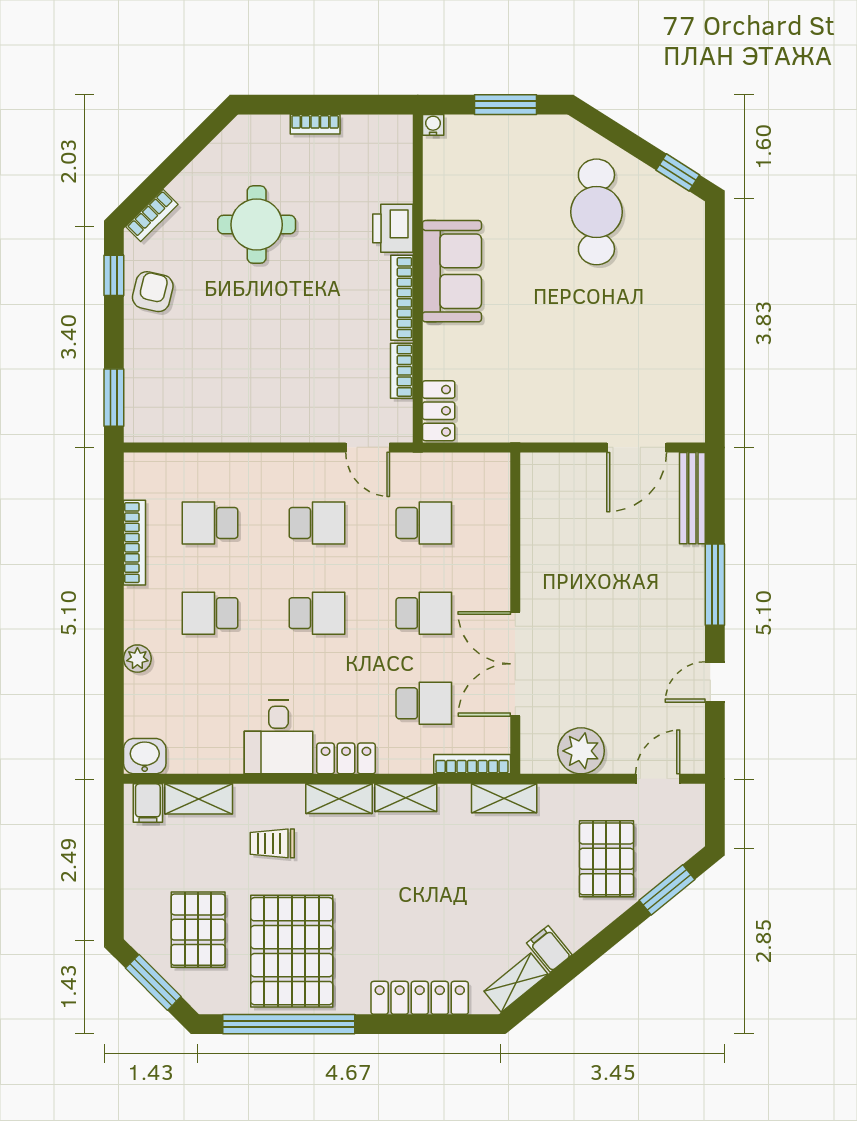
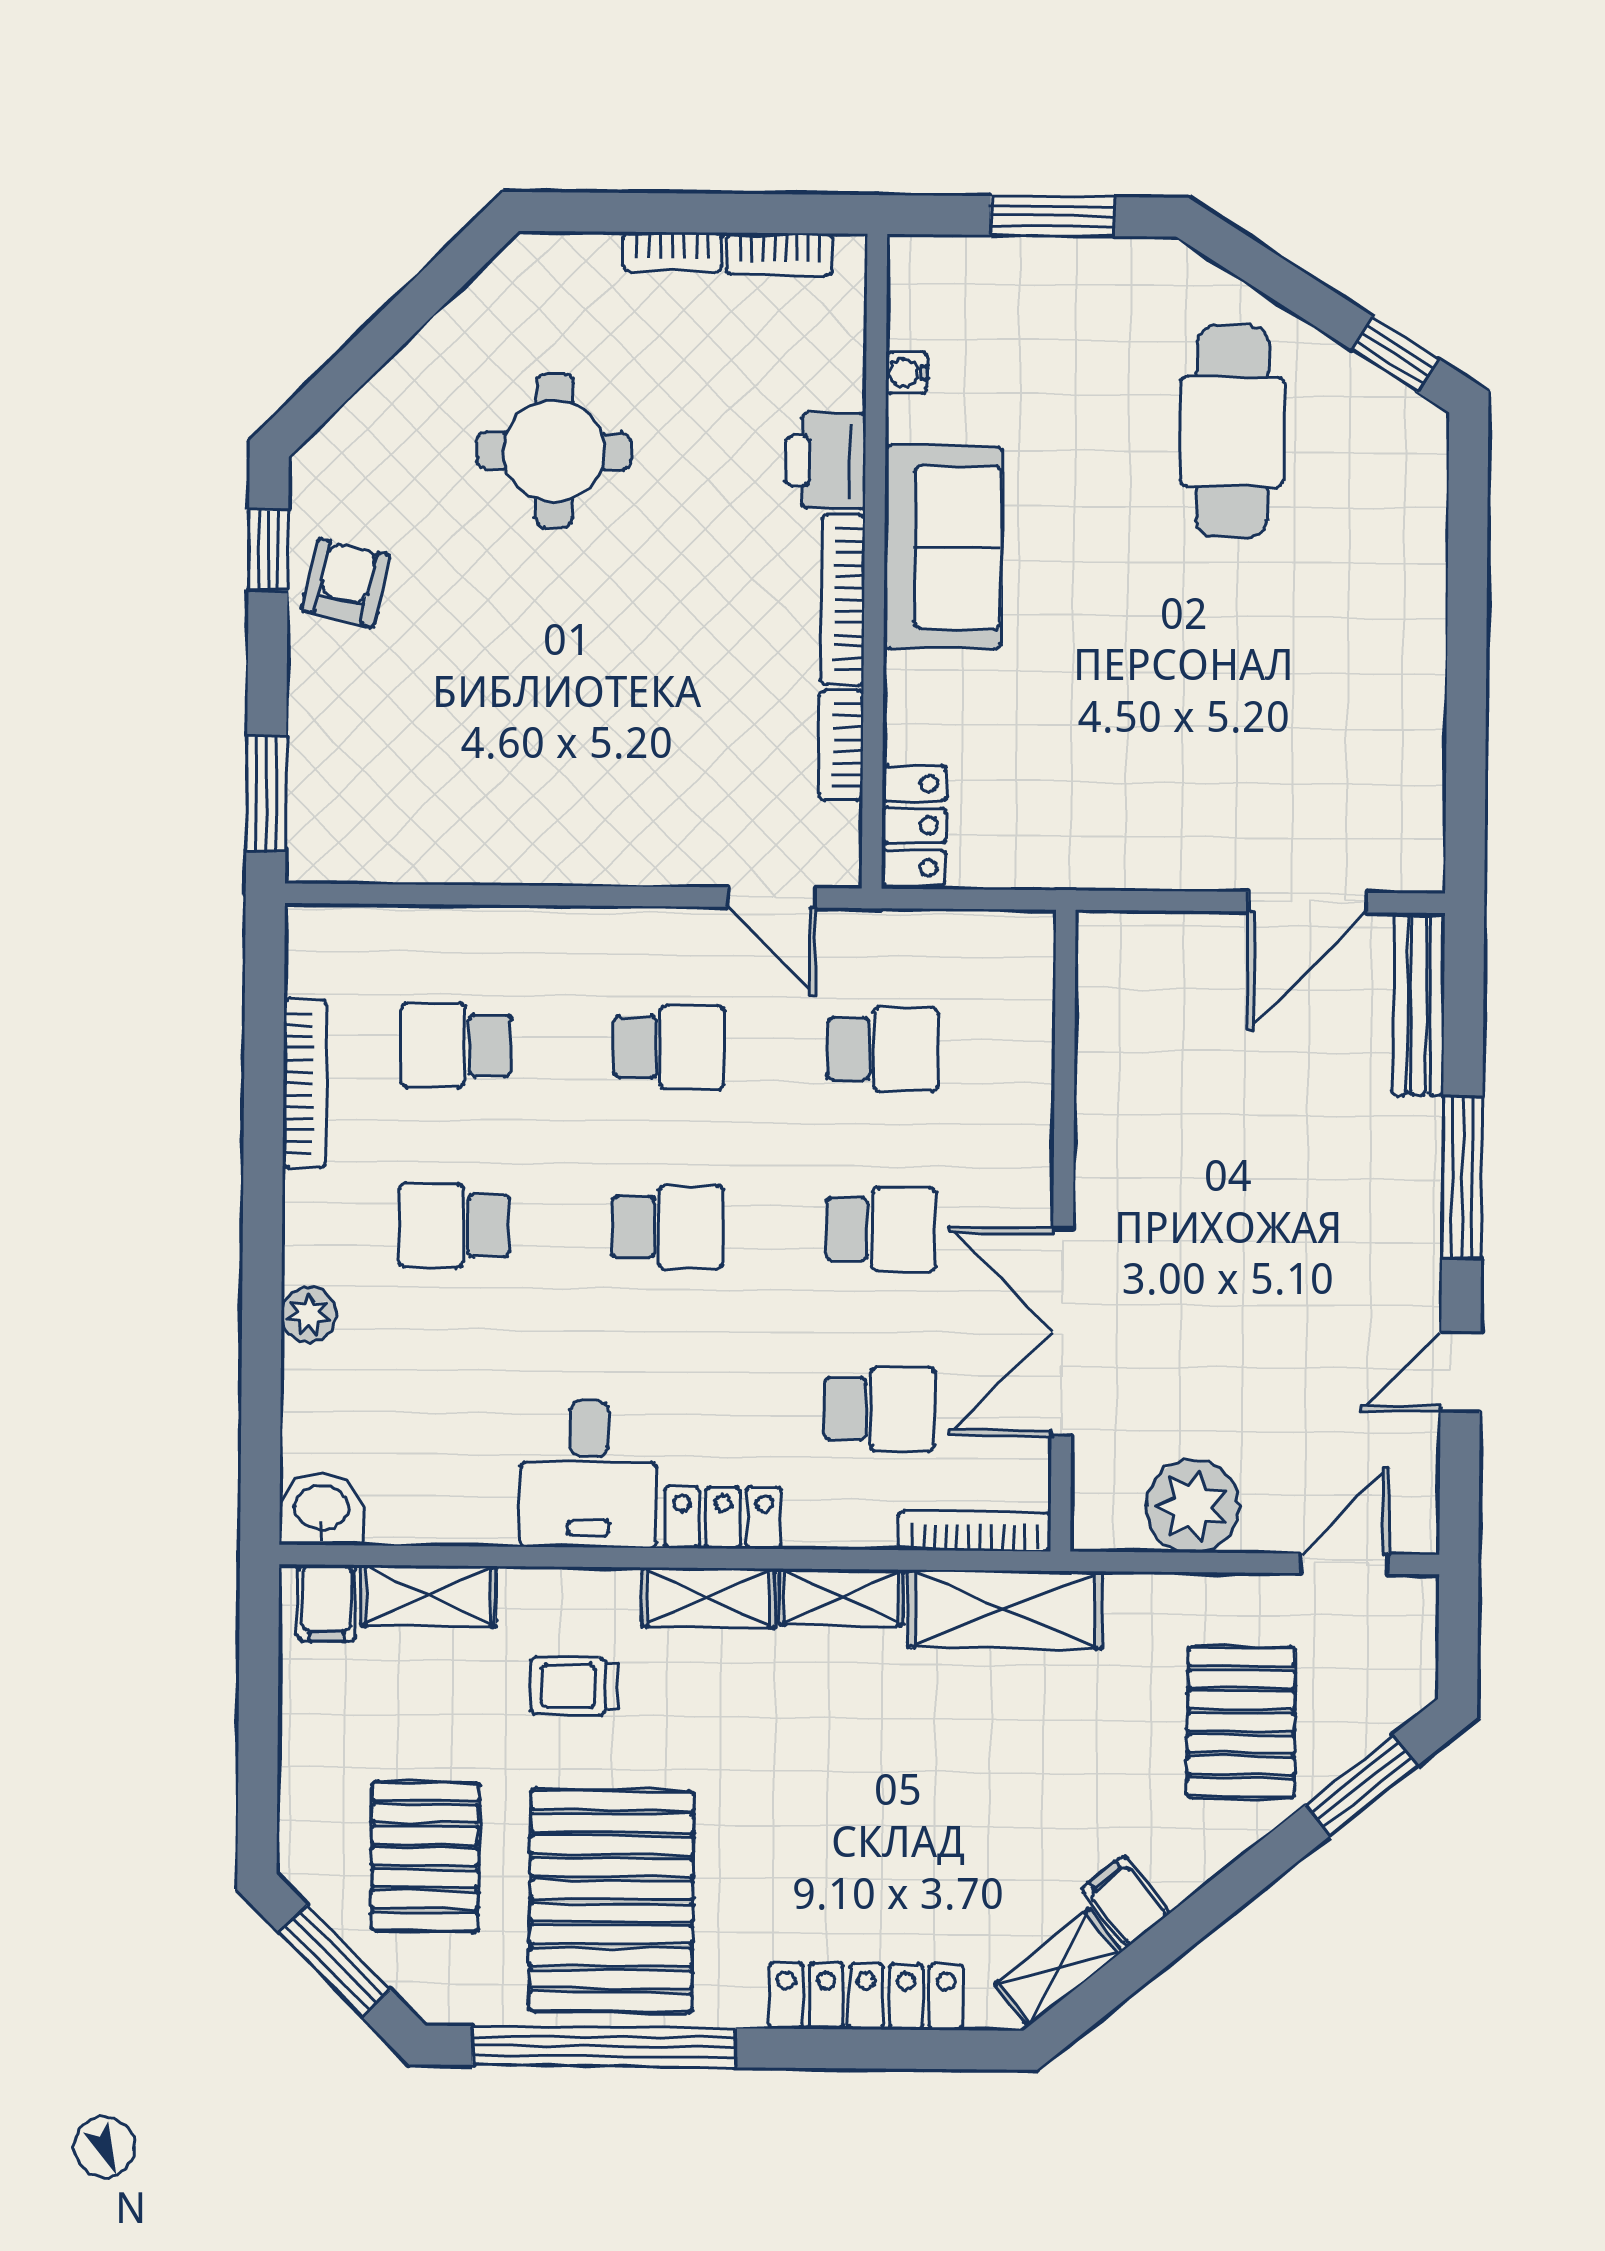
water cooler: (433, 125) -> (907, 373), moved, turned -90
bookcase: (152, 215) -> (780, 254), moved, turned 45
shelving: (504, 798) -> (1005, 1609), width x1.50, depth x1.33

